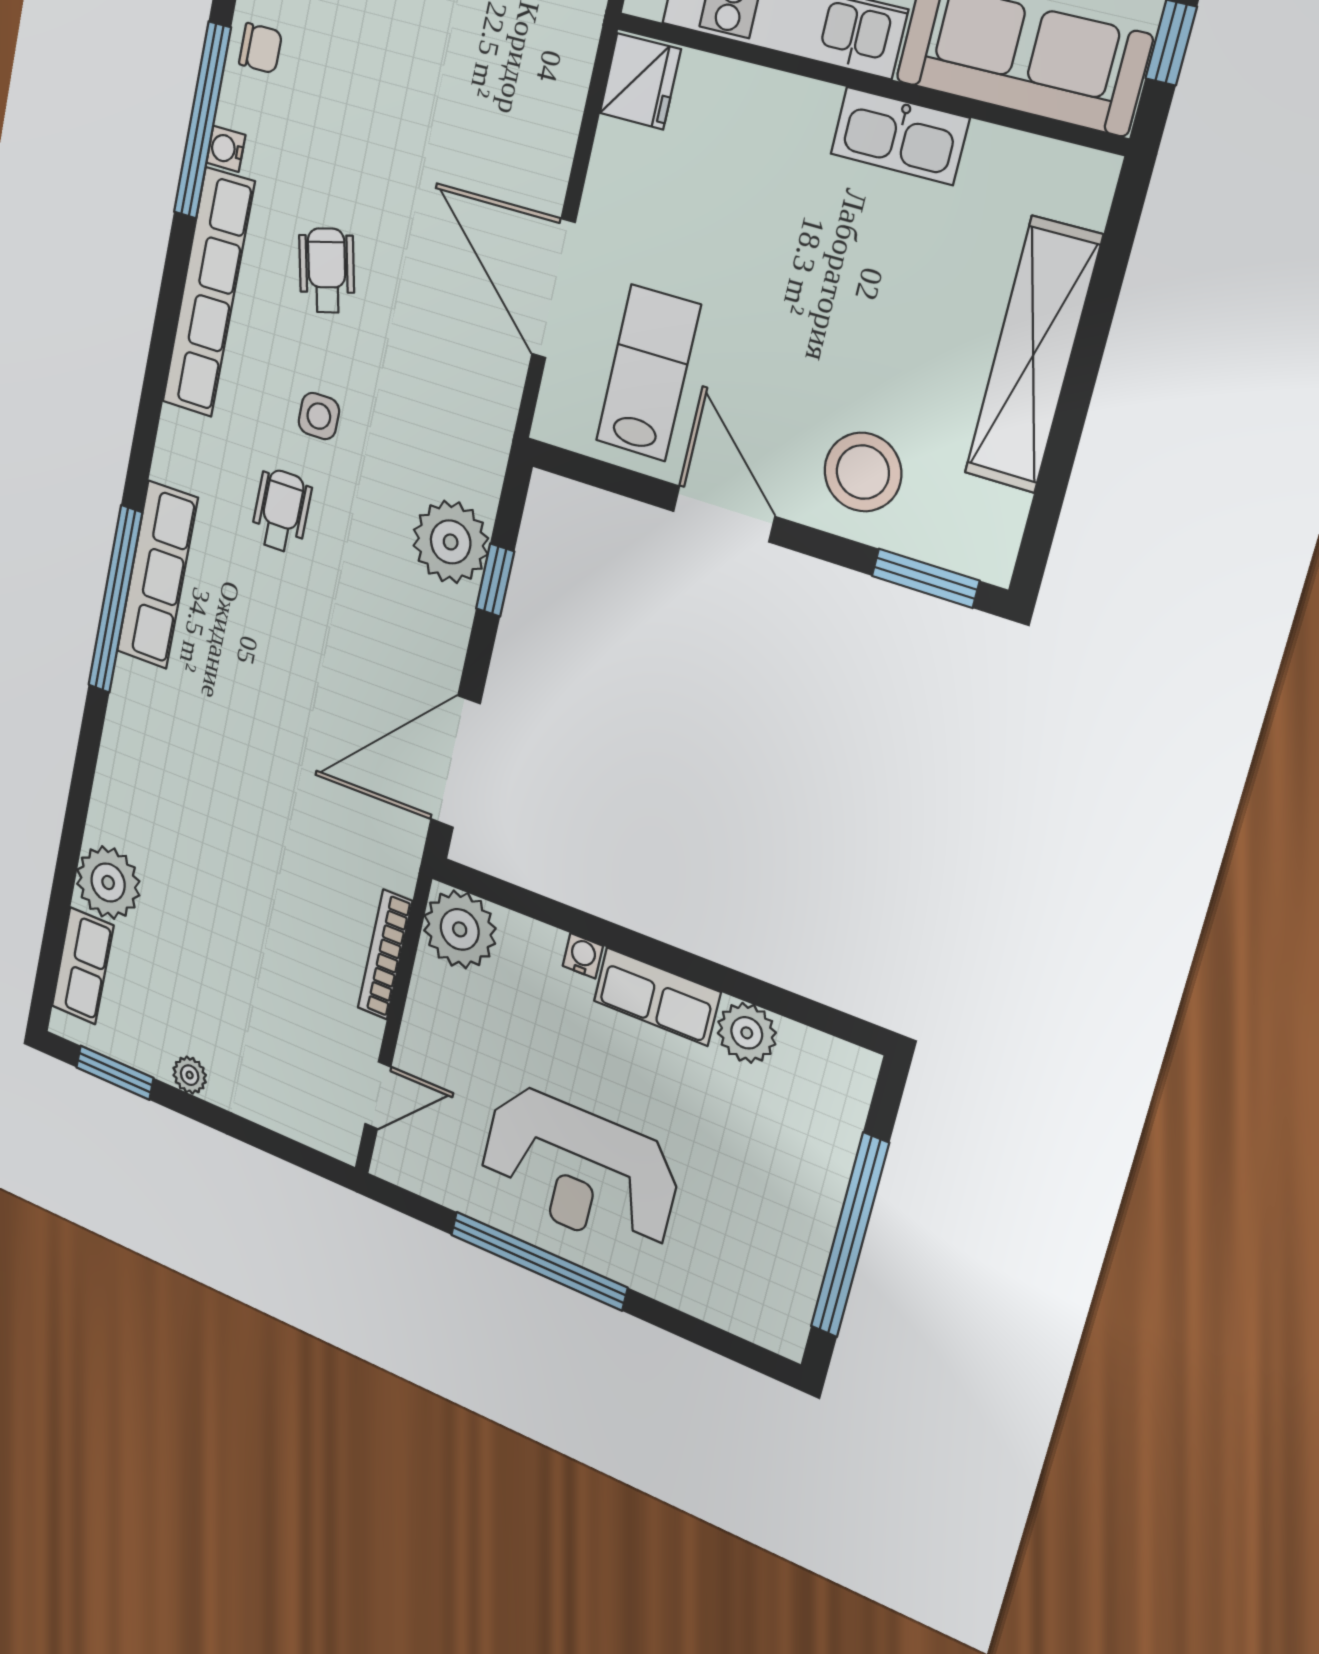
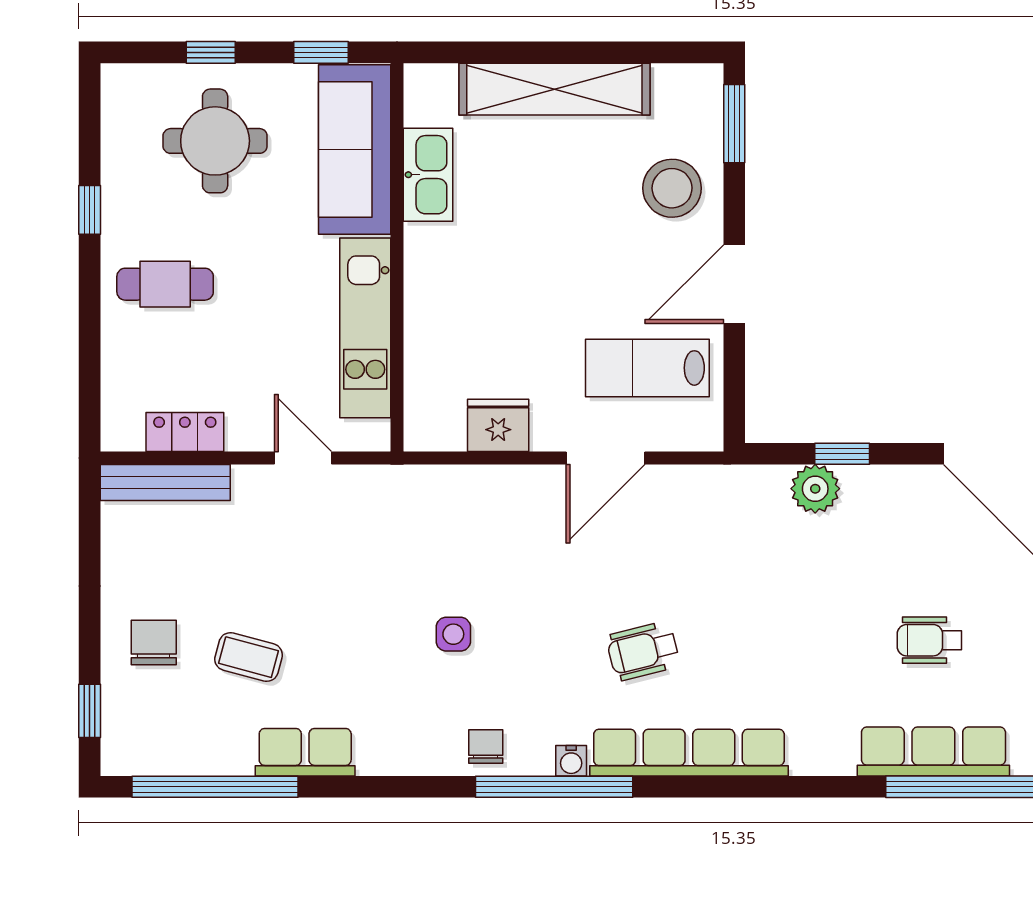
fridge: (640, 81) -> (498, 425), moved
kitchen sink: (900, 136) -> (428, 175), moved
door: (553, 289) -> (605, 458), width x0.73
side table: (319, 416) -> (453, 634), moved
wheelchair: (281, 511) -> (930, 640), moved
plant: (451, 542) -> (815, 489), width x0.73, depth x0.73

